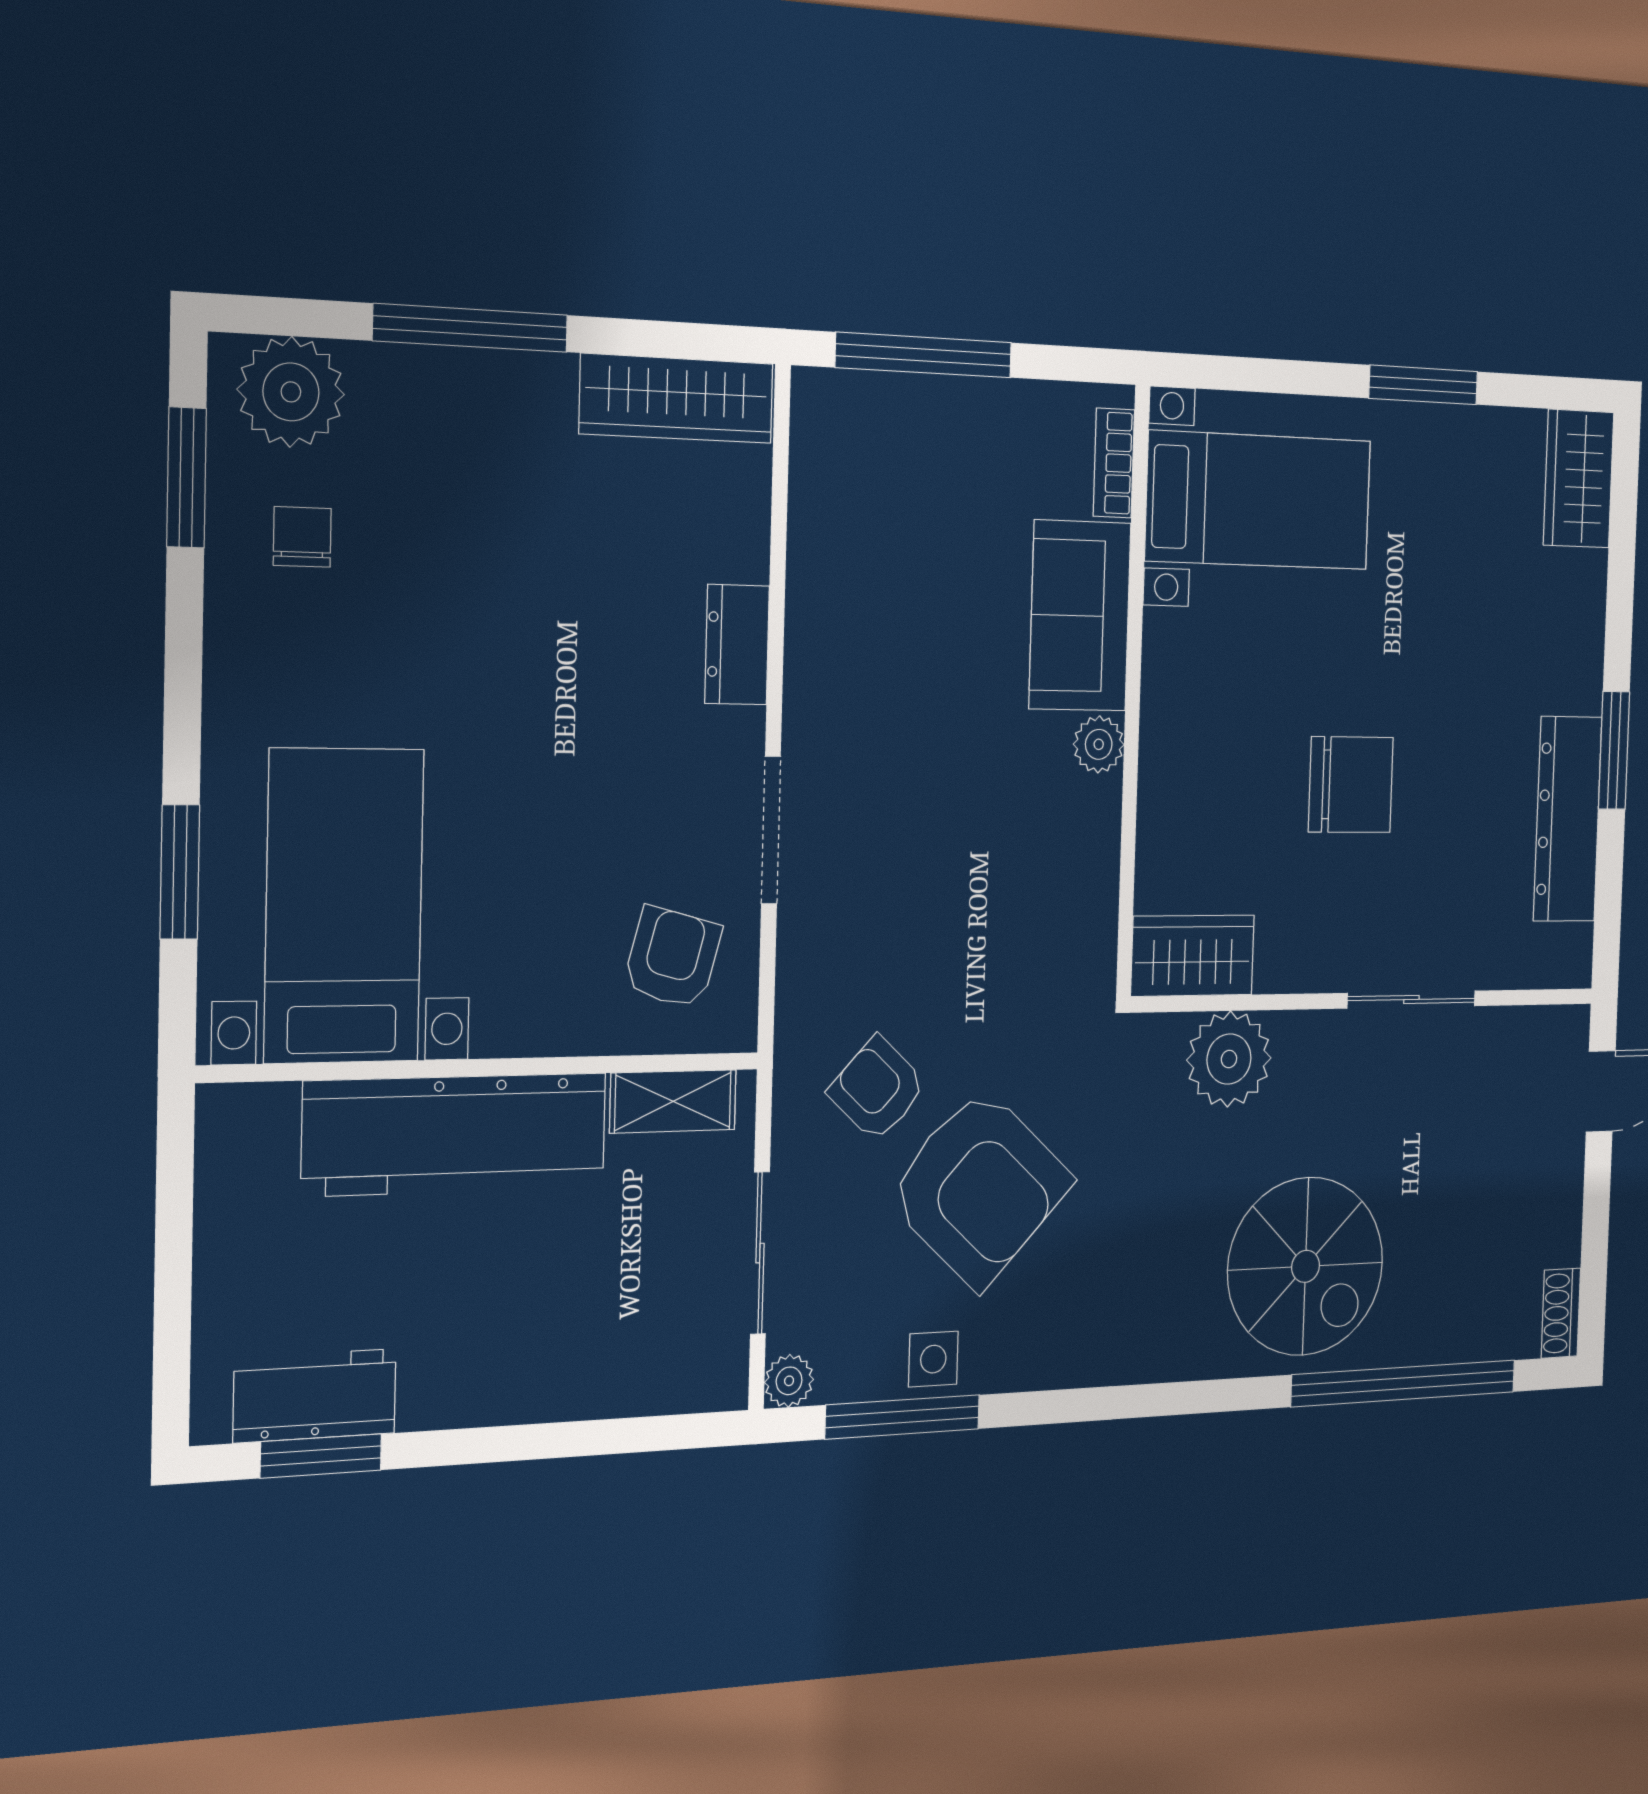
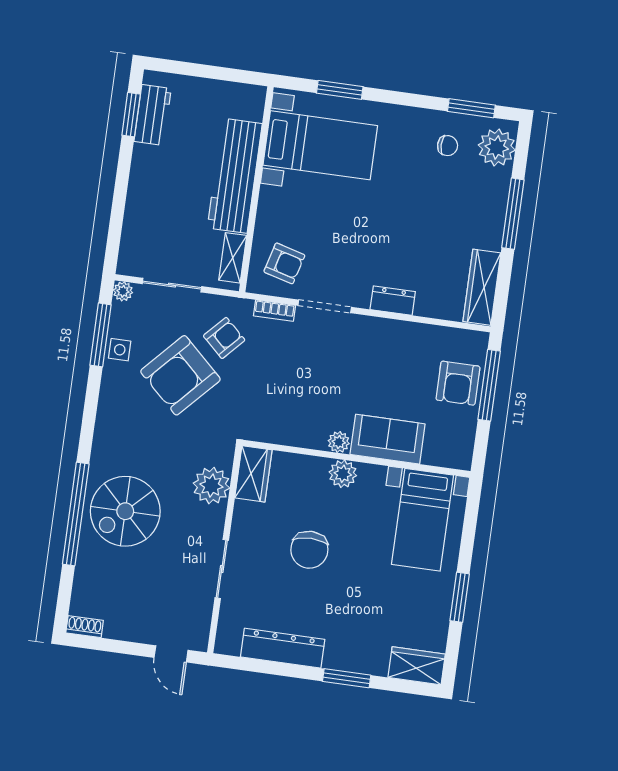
armchair: (927, 441) -> (458, 383), added
bookcase: (1114, 463) -> (274, 311), moved, turned 180
plant: (1172, 723) -> (343, 474), added
window: (1614, 750) -> (347, 678), moved
window: (1404, 1383) -> (76, 514), moved

